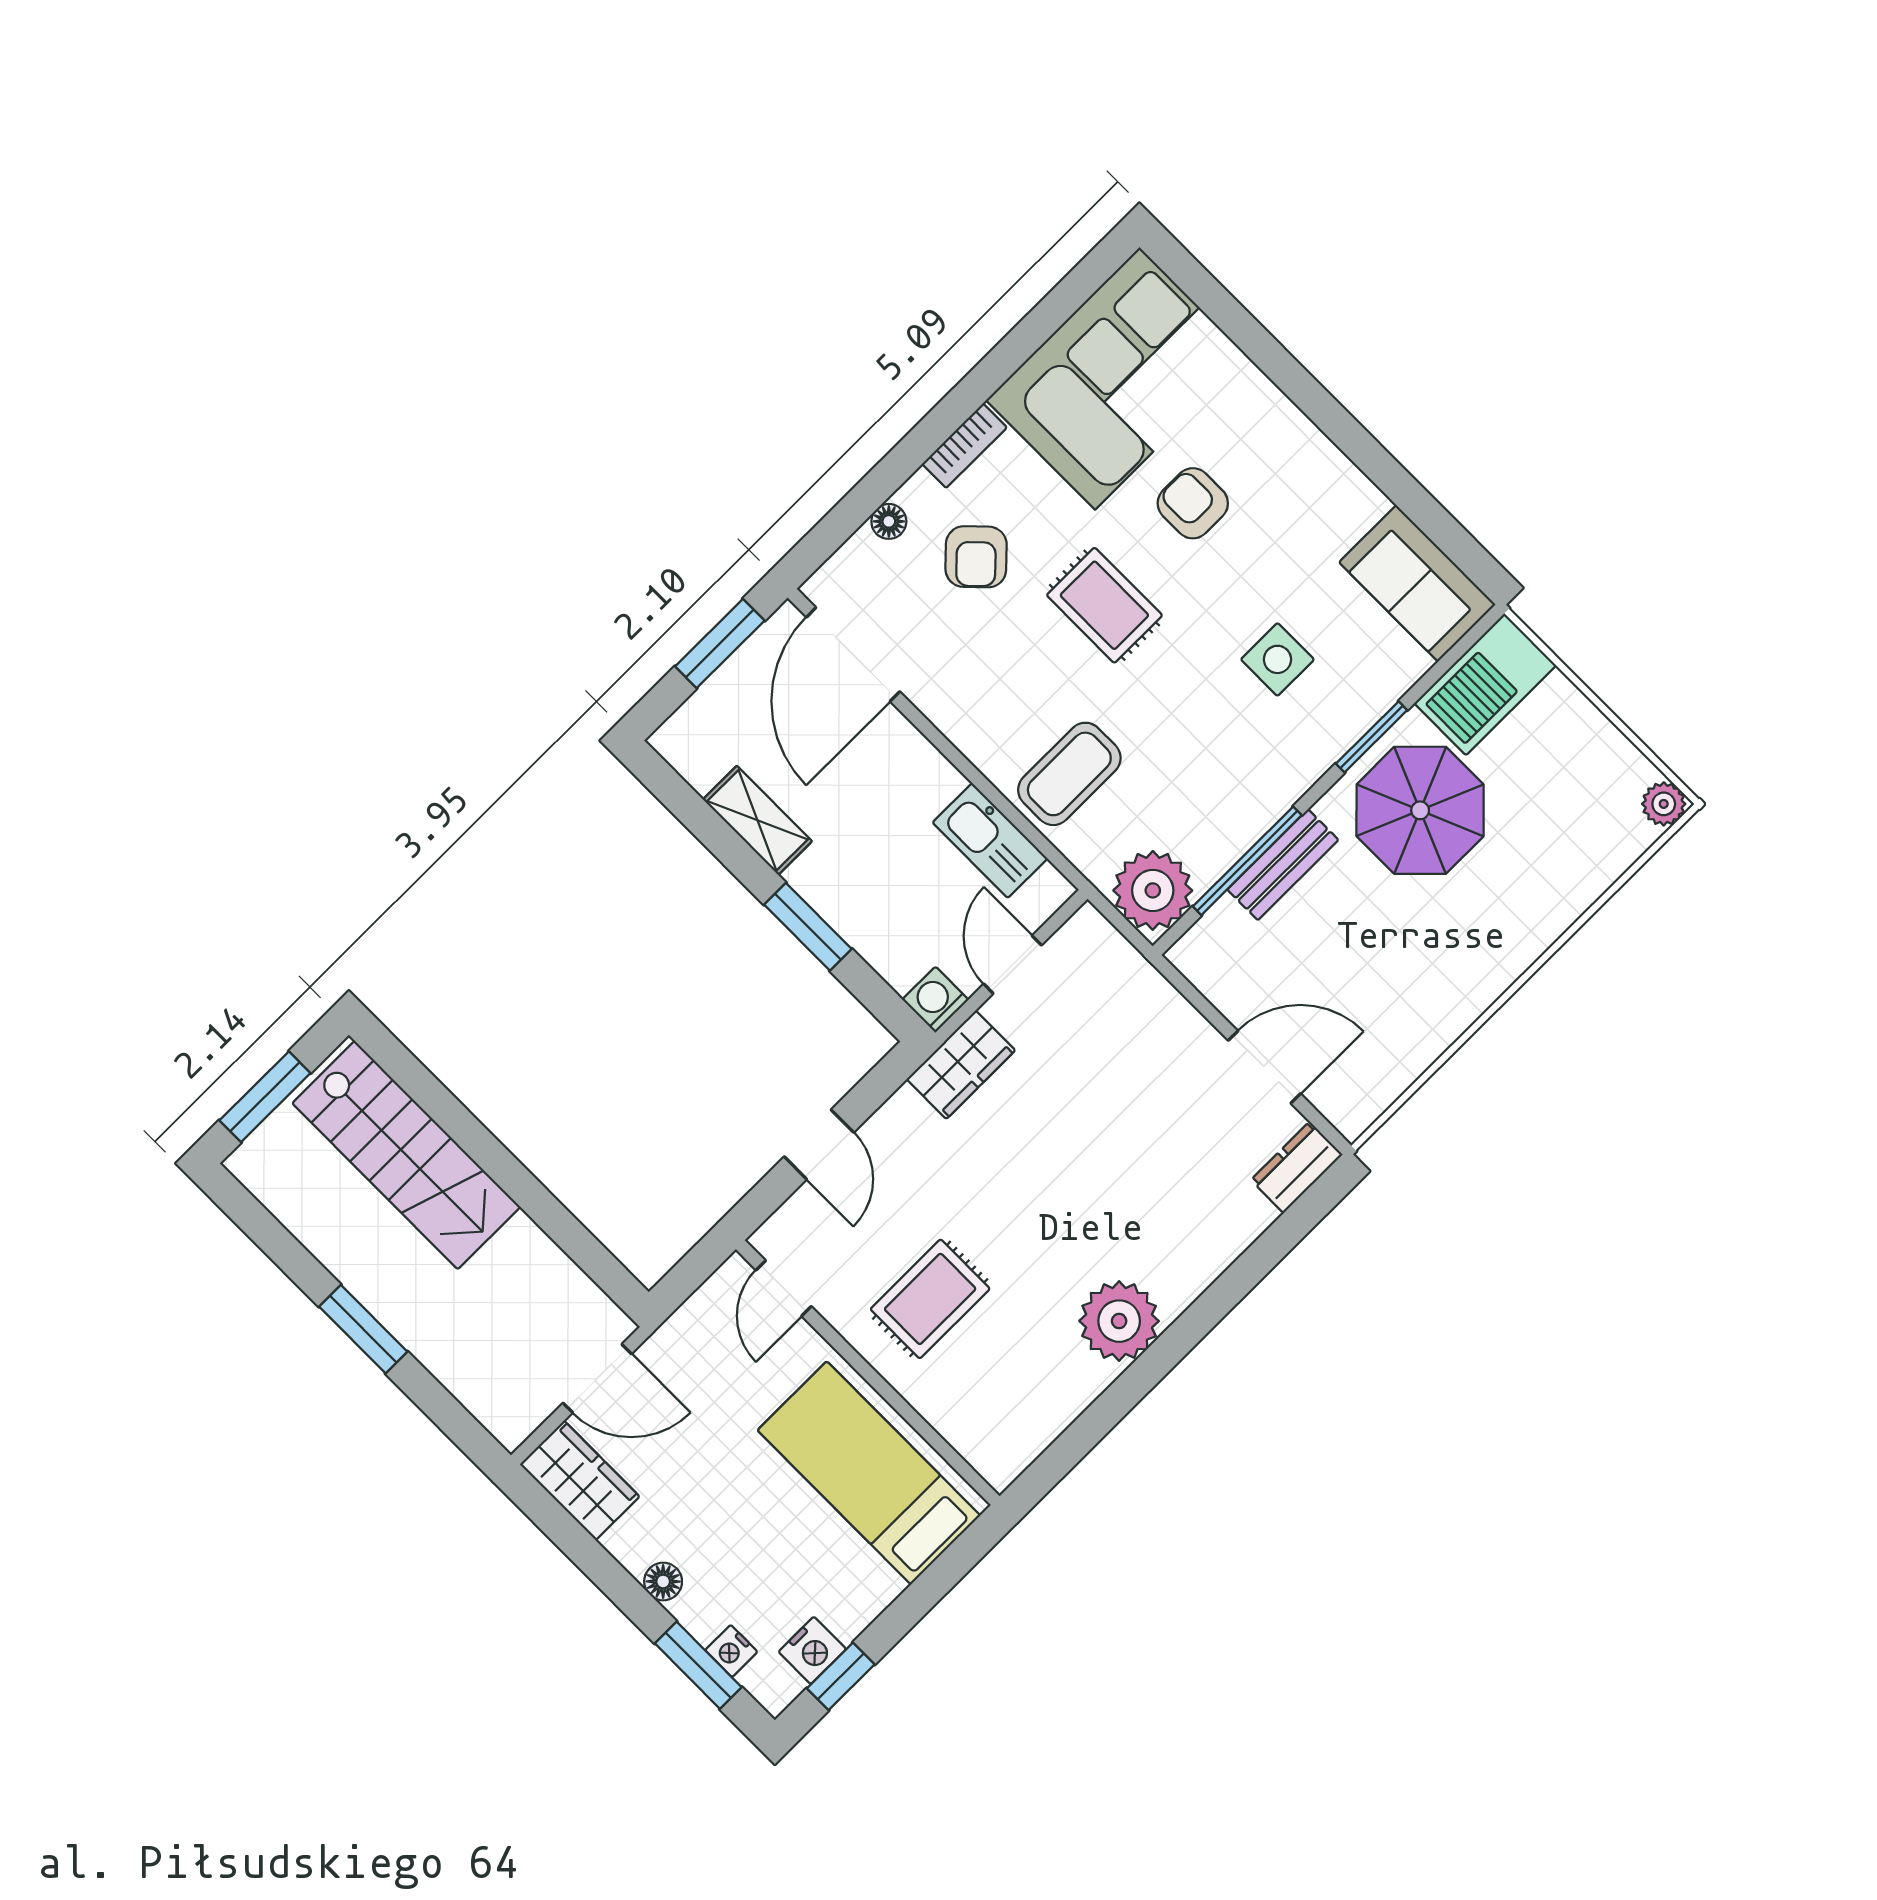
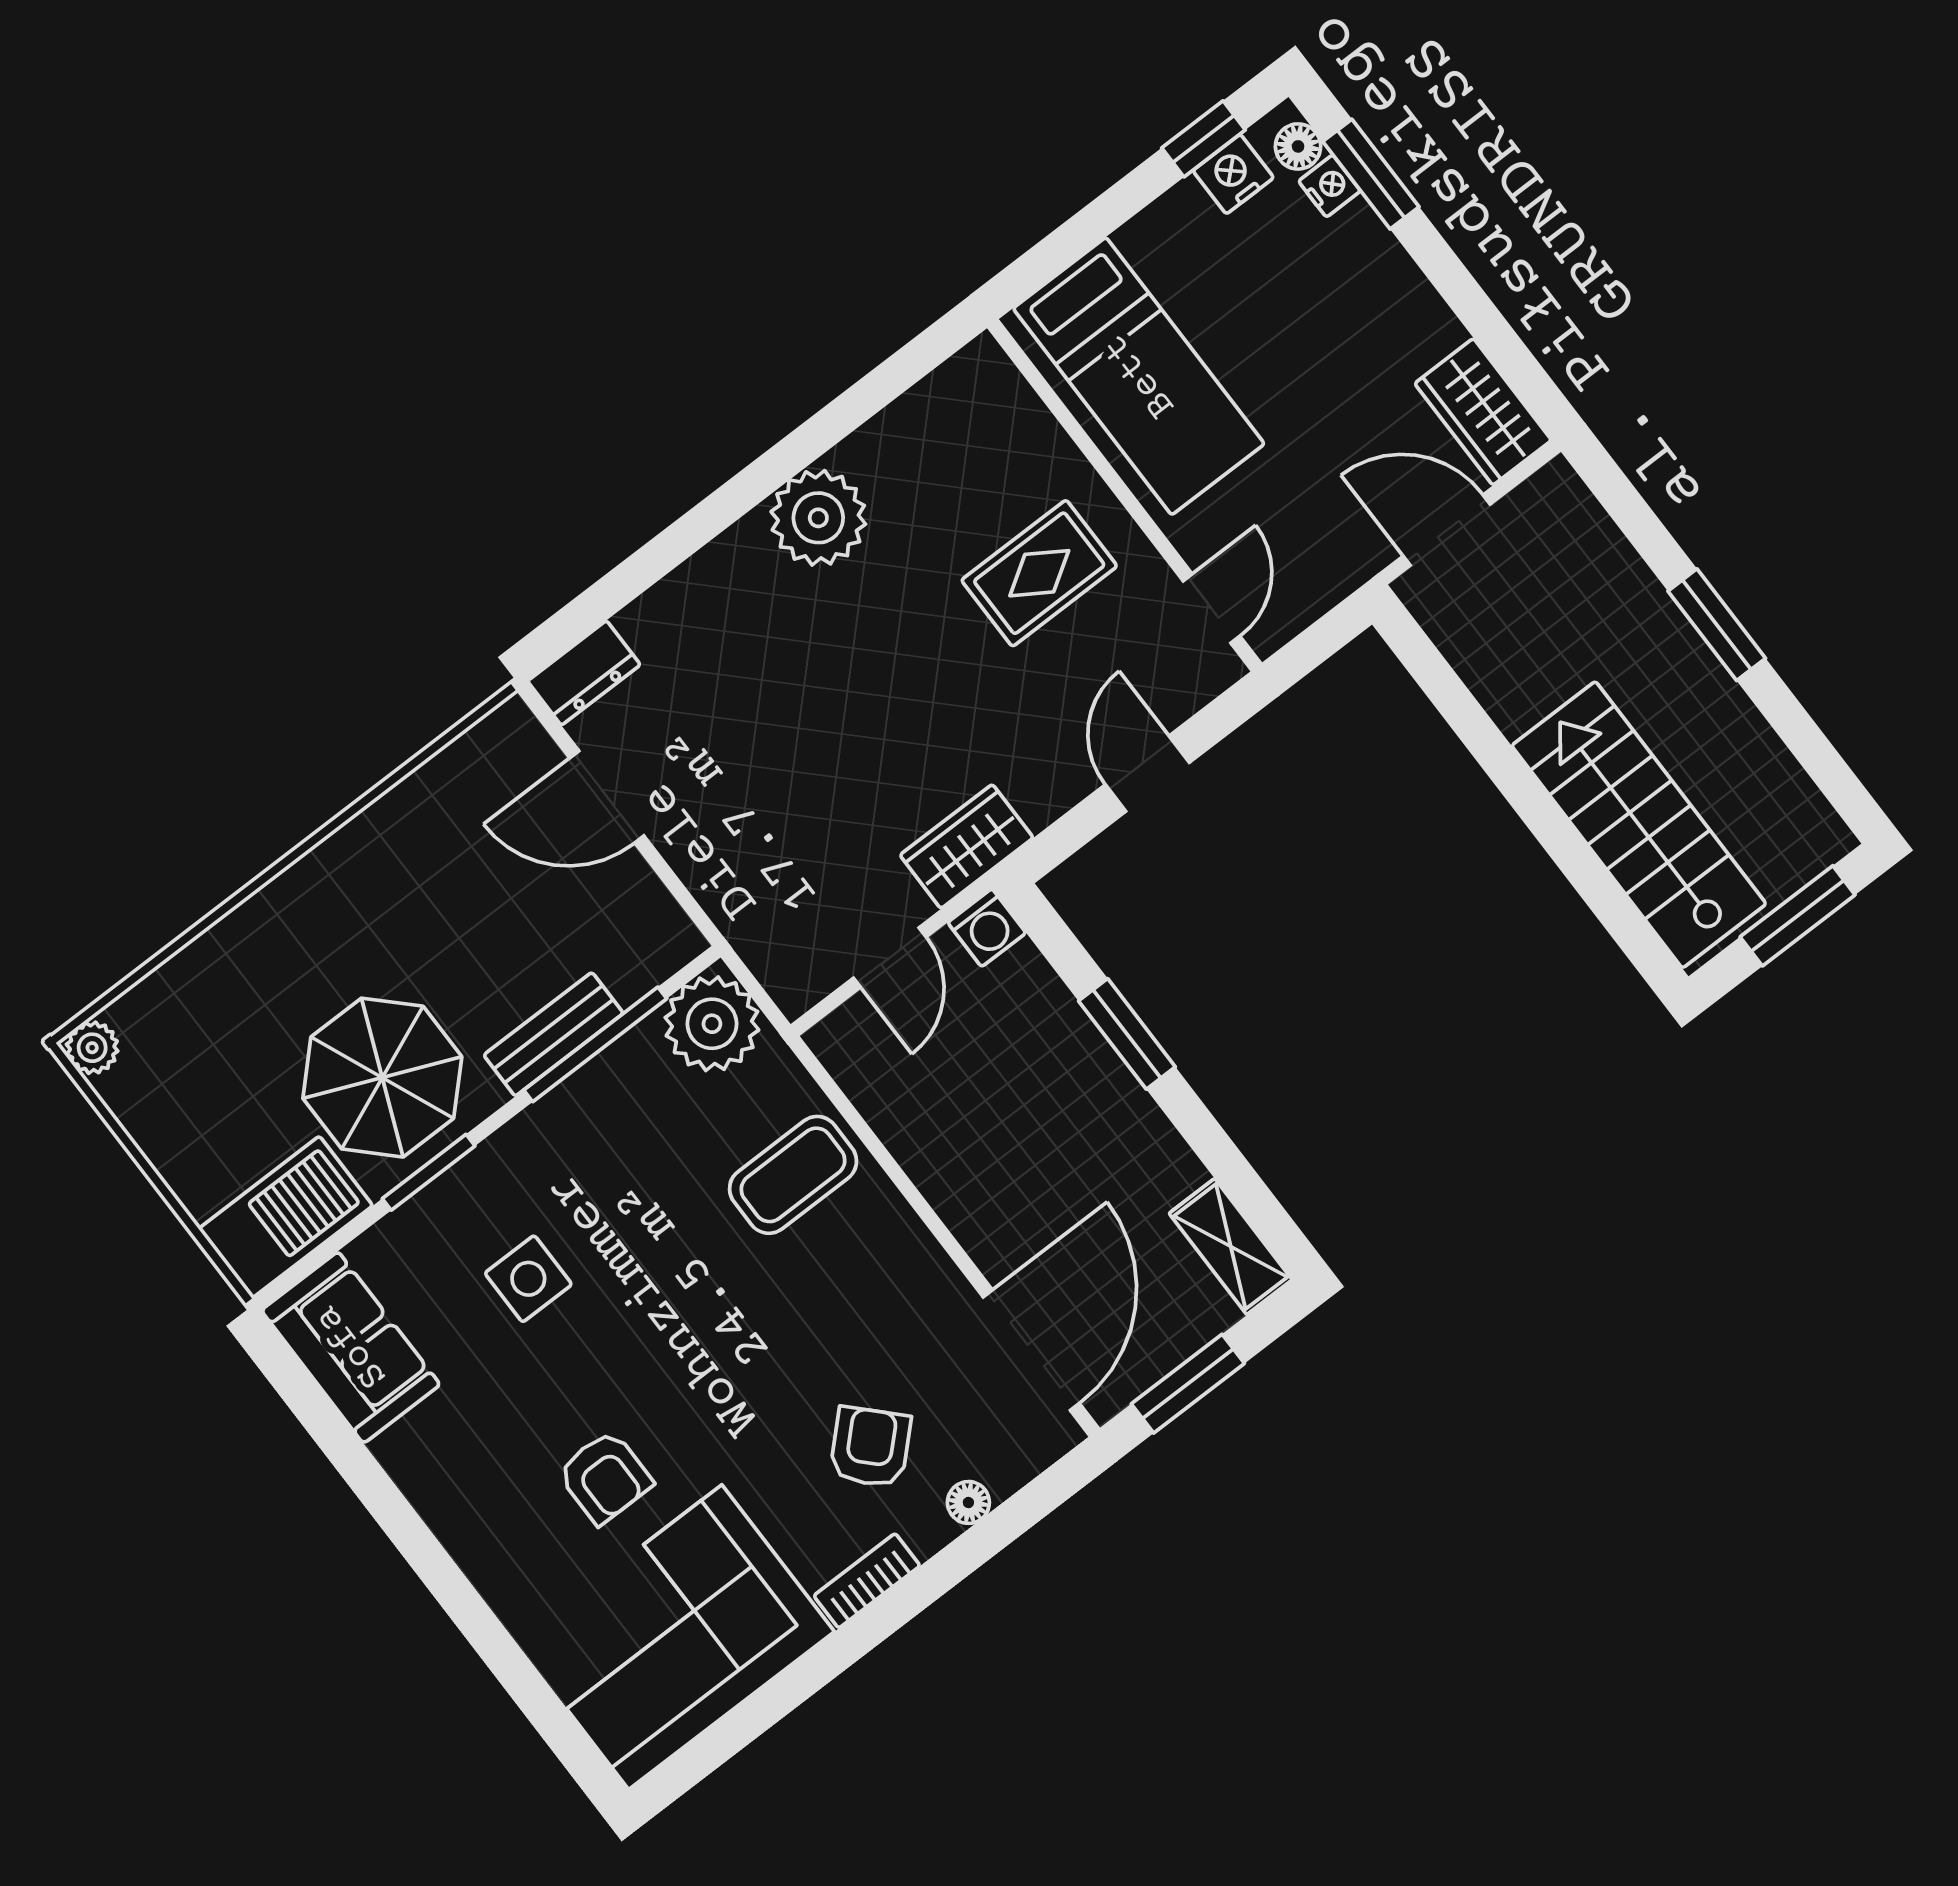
rug: (1104, 605) -> (725, 1370), removed
shelving: (757, 820) -> (1231, 1247), moved
kitchen sink: (990, 840) -> (897, 1108), removed
floor lamp: (663, 1582) -> (1298, 146), moved

